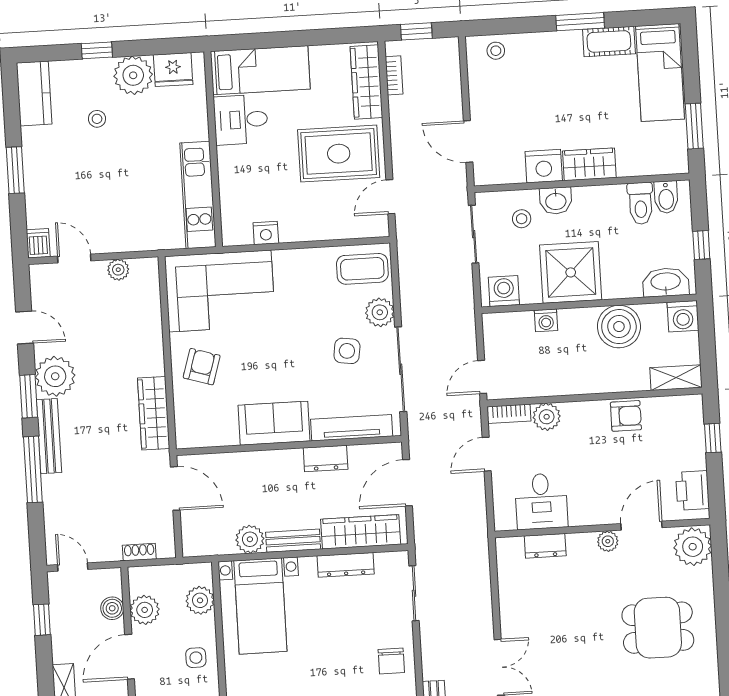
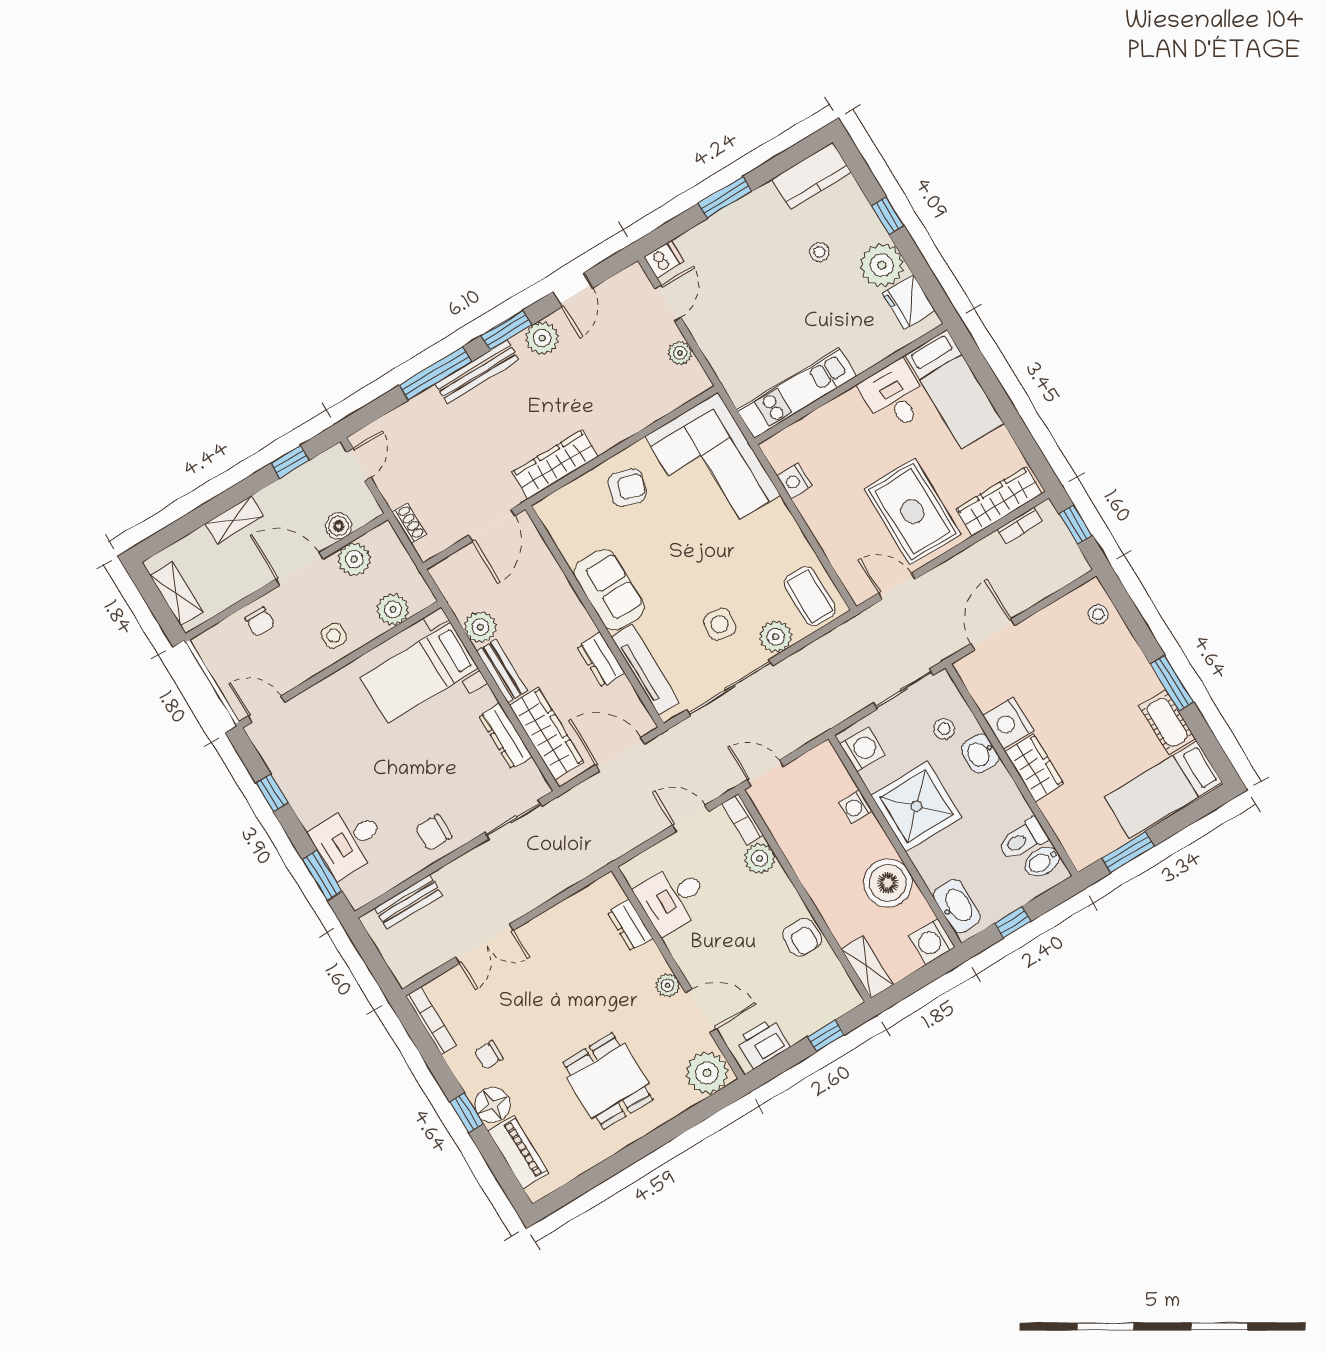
plant: (55, 376) -> (542, 338), width x0.73, depth x0.73

